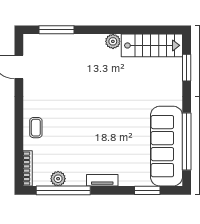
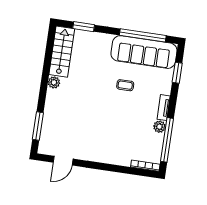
coffee table: (36, 128) -> (125, 85), moved
plant: (58, 179) -> (159, 127), moved

